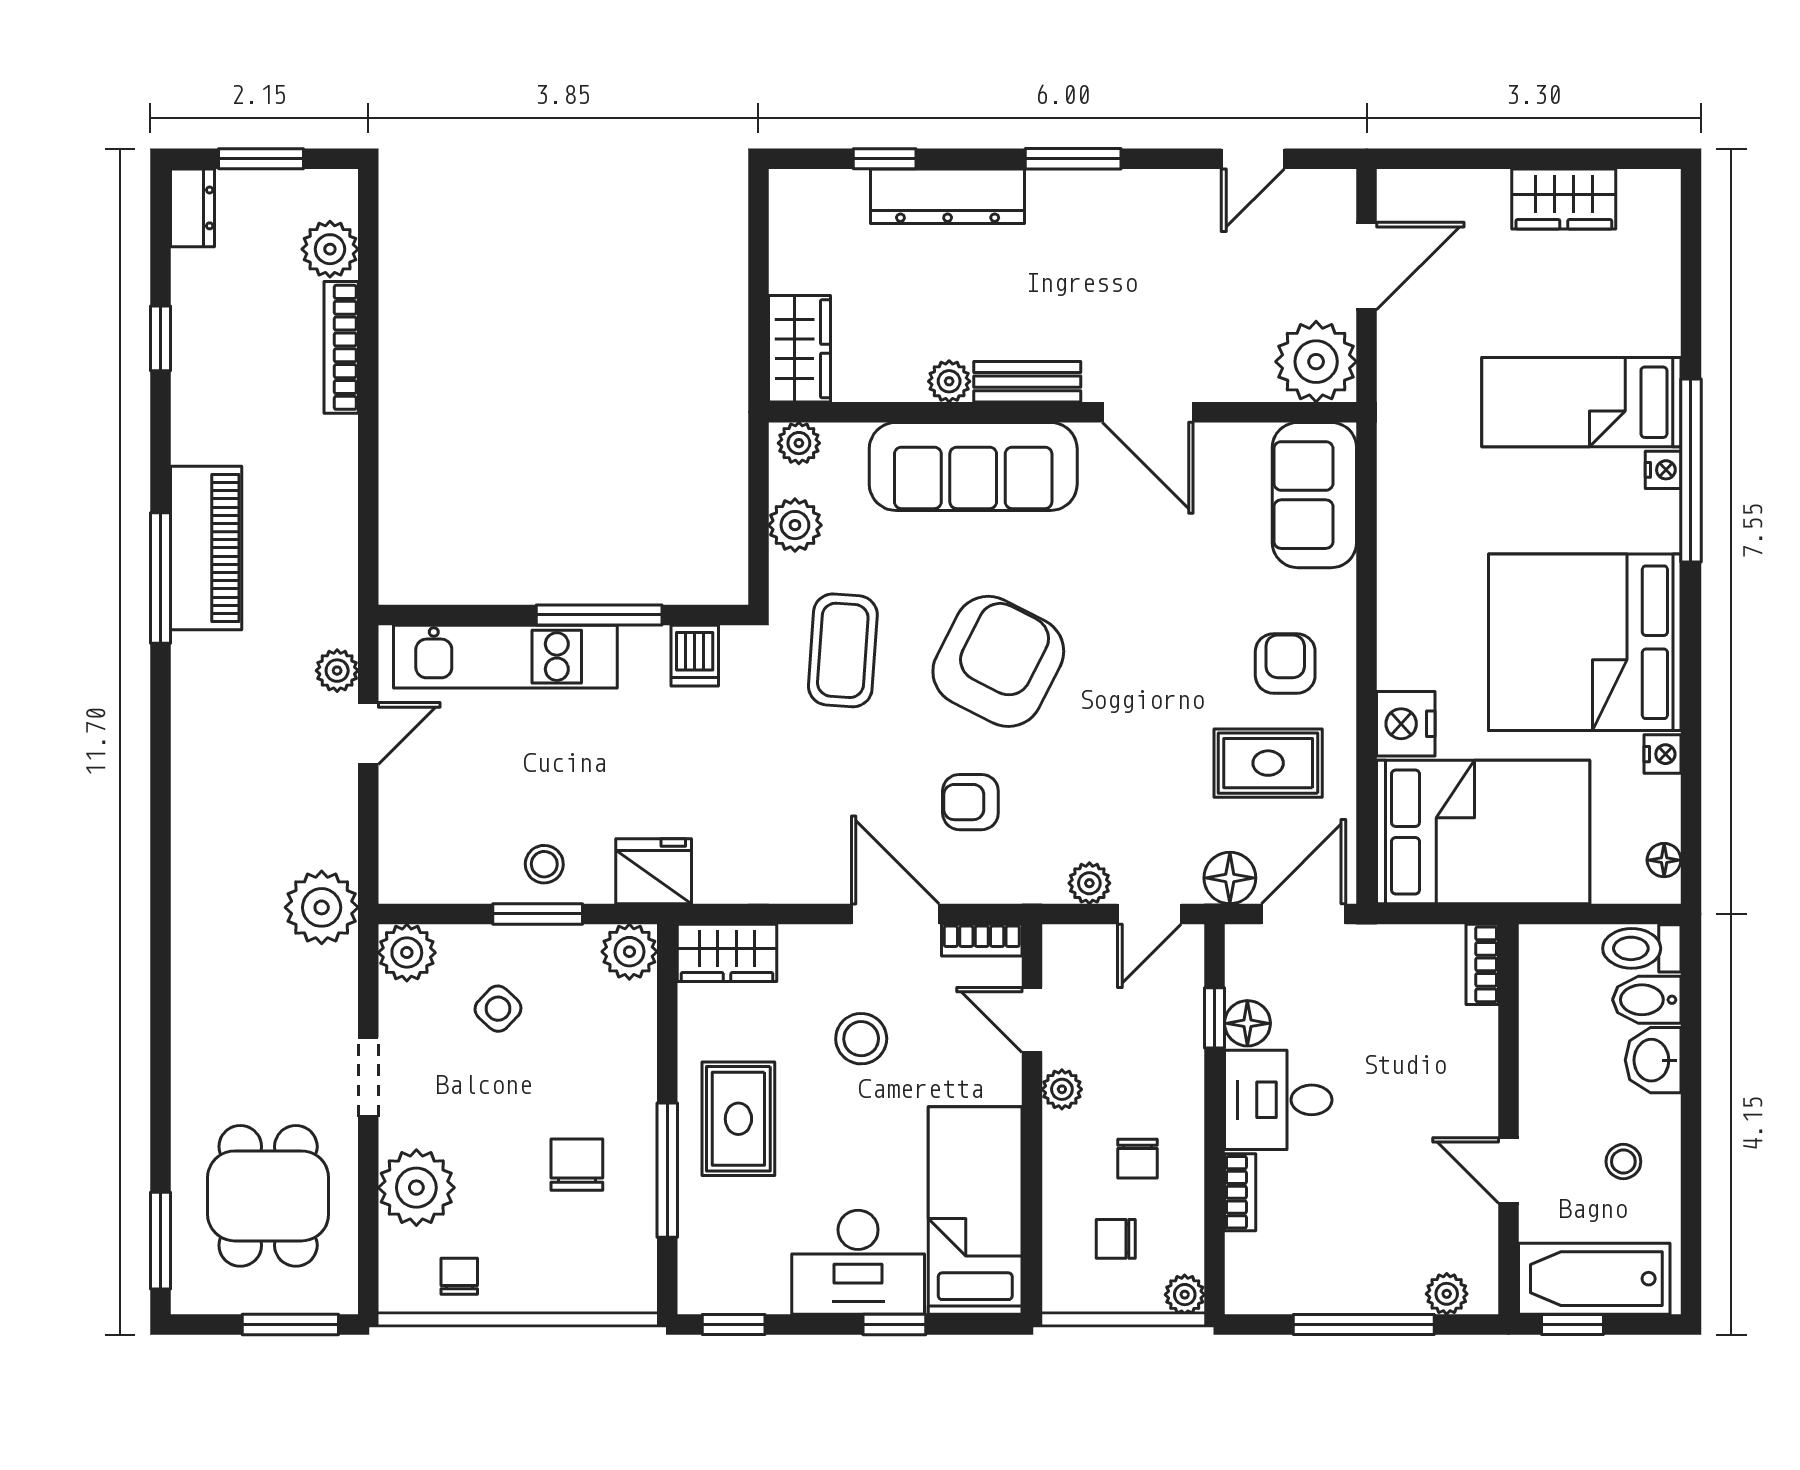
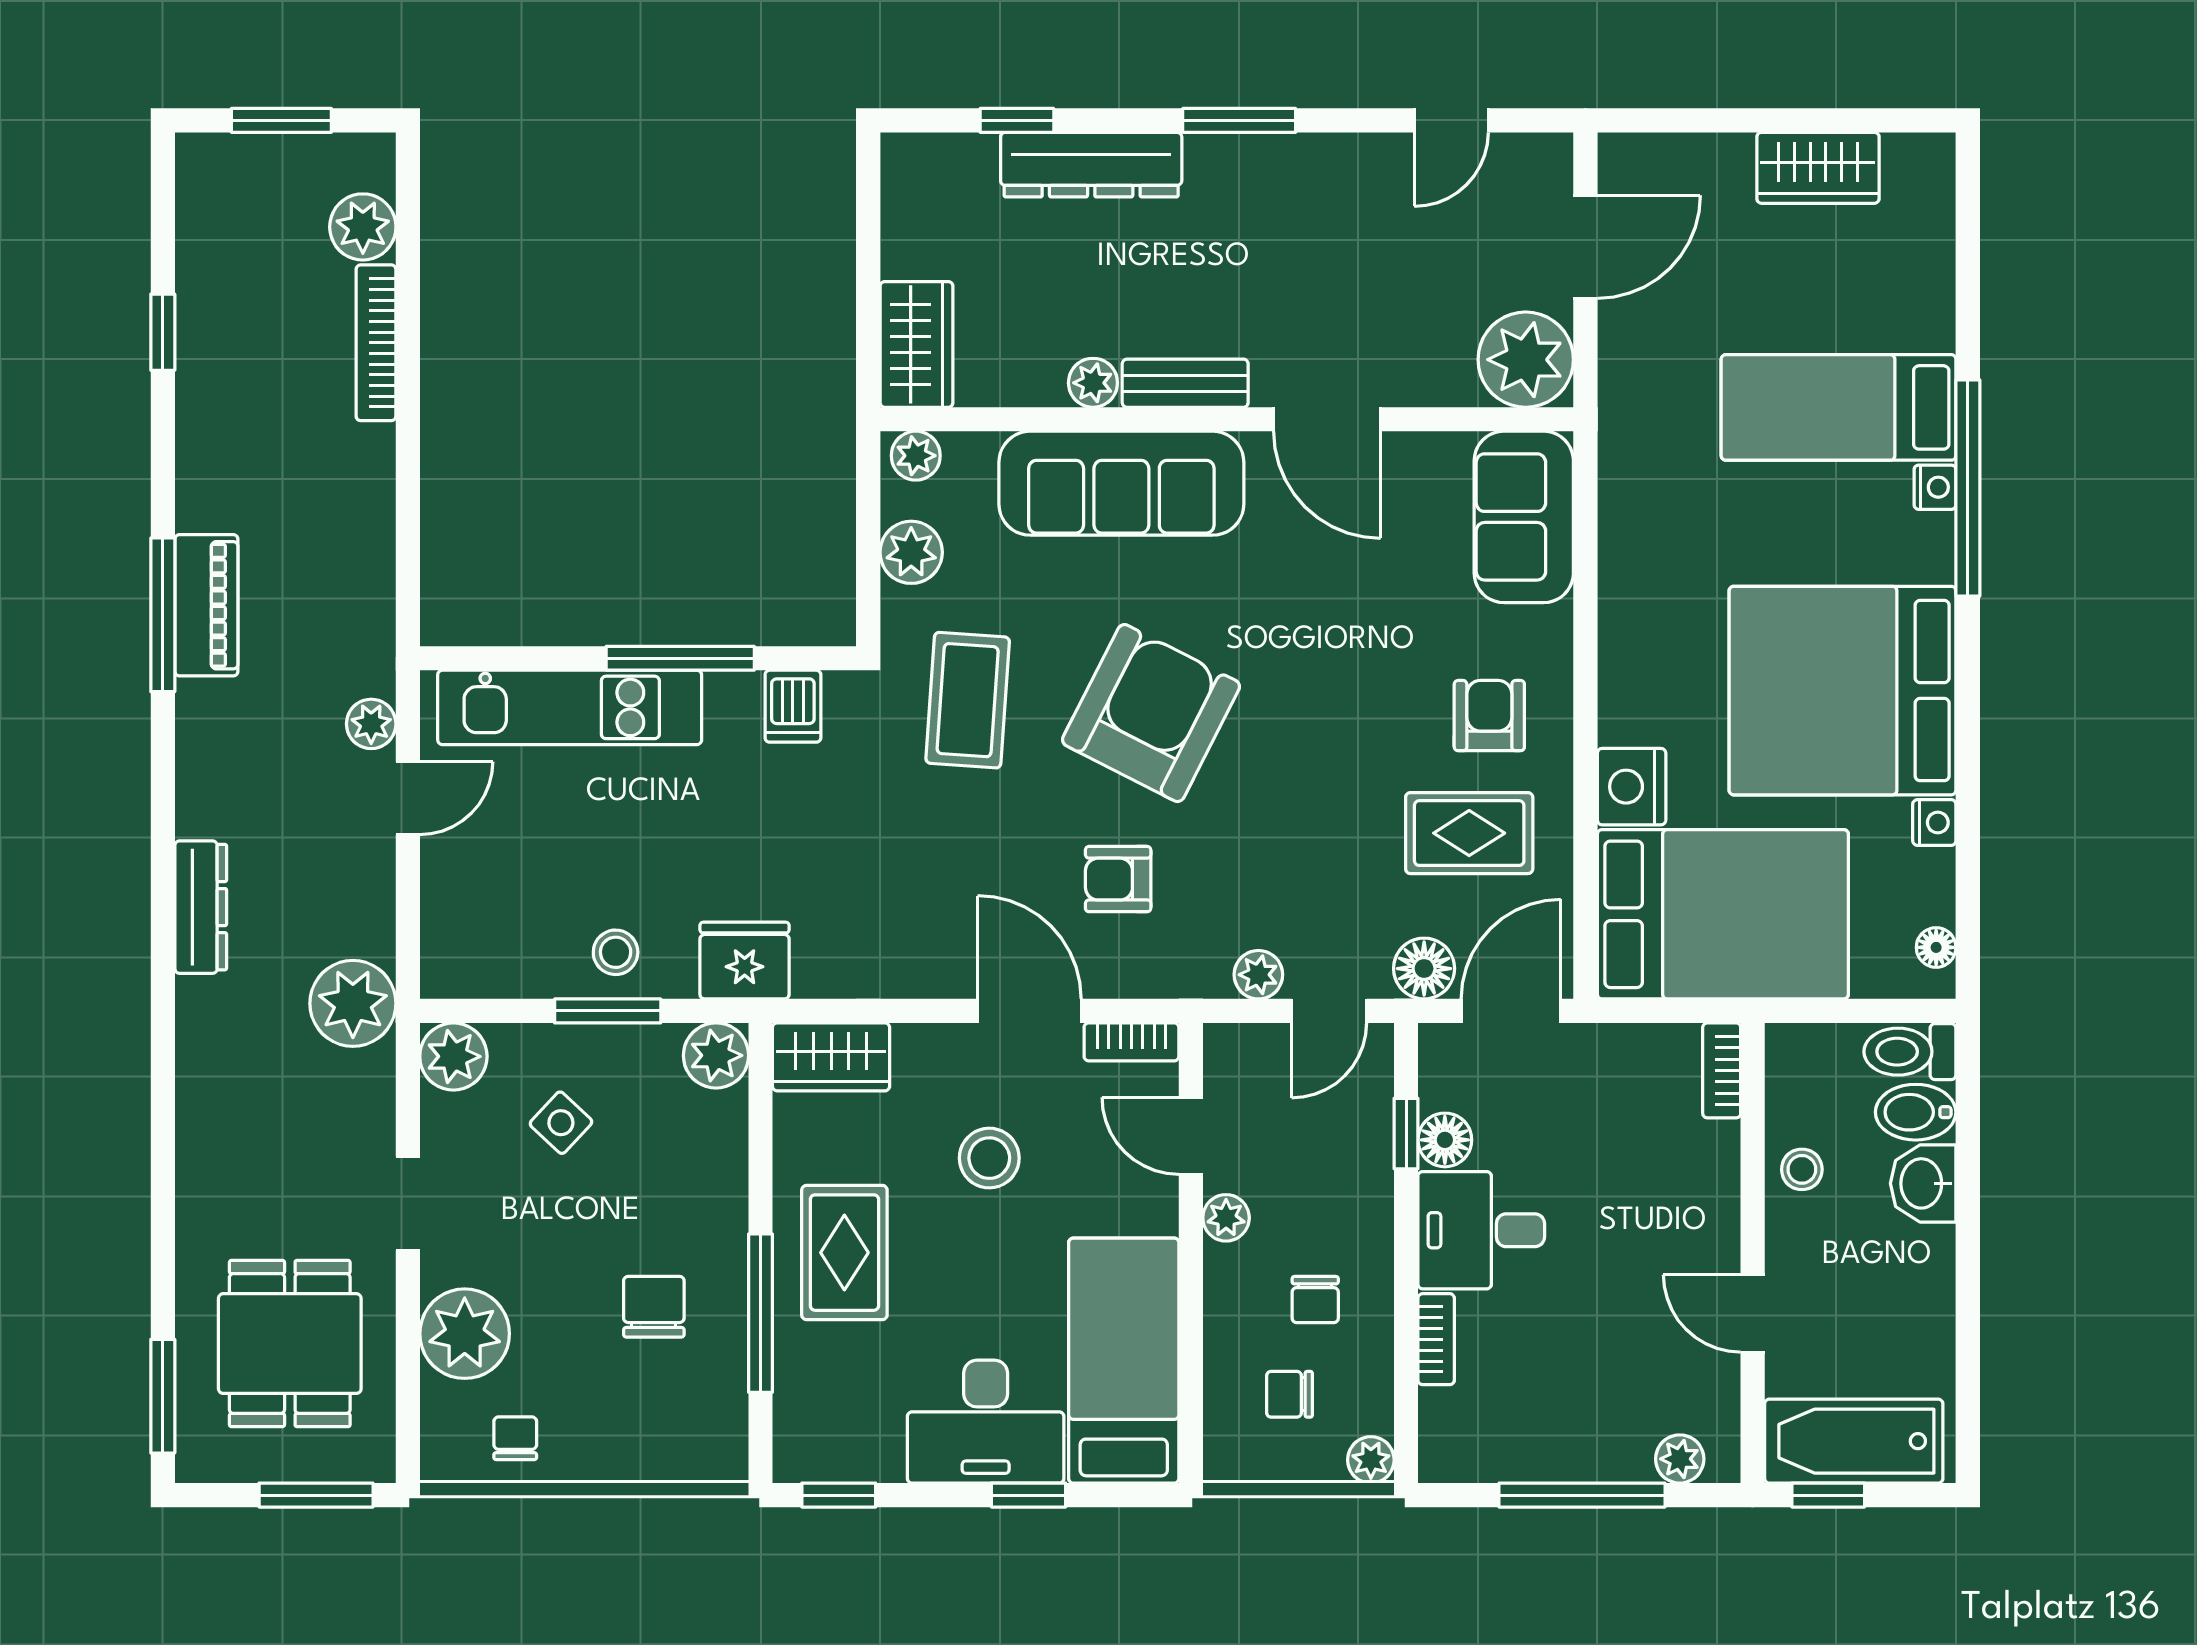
dresser: (193, 208) -> (201, 907), moved, width x1.44
piano: (206, 548) -> (206, 605), width x0.73, depth x0.75
stool: (1623, 1162) -> (1802, 1169), moved

